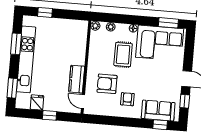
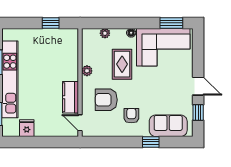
window: (45, 12) -> (51, 23), moved
plant: (95, 26) -> (87, 71), moved
window: (50, 115) -> (43, 142), removed
window: (160, 125) -> (151, 142), moved

